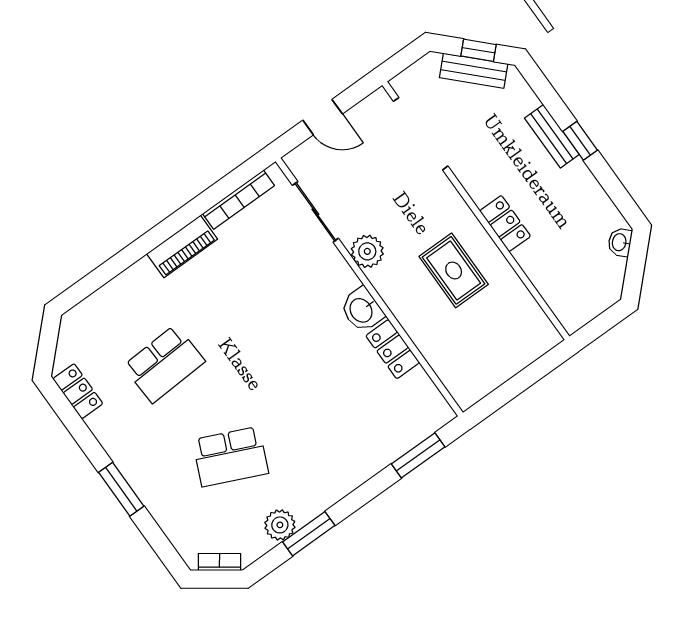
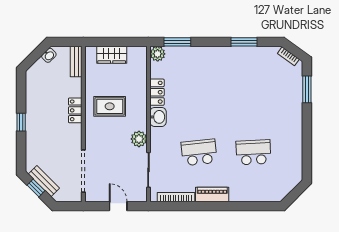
bench: (552, 136) -> (76, 61), moved
washbasin: (620, 242) -> (49, 55), moved
rug: (454, 270) -> (110, 106), turned 90
wardrobe: (511, 357) -> (112, 55), added
locker: (78, 391) -> (296, 166), removed
school desk: (230, 457) -> (199, 152), moved, turned -30
window: (121, 489) -> (307, 89), moved
plant: (280, 525) -> (158, 54), moved

